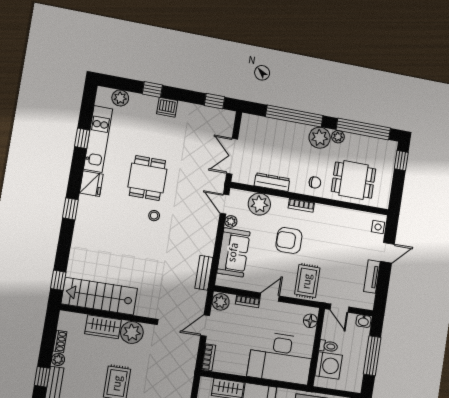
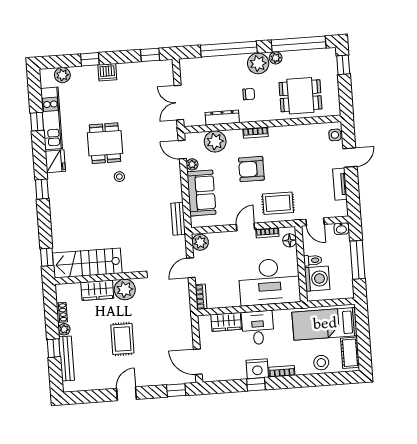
chair: (315, 182) -> (249, 94), moved
rug: (307, 281) -> (278, 203), turned 90
bookcase: (248, 301) -> (267, 233), moved

